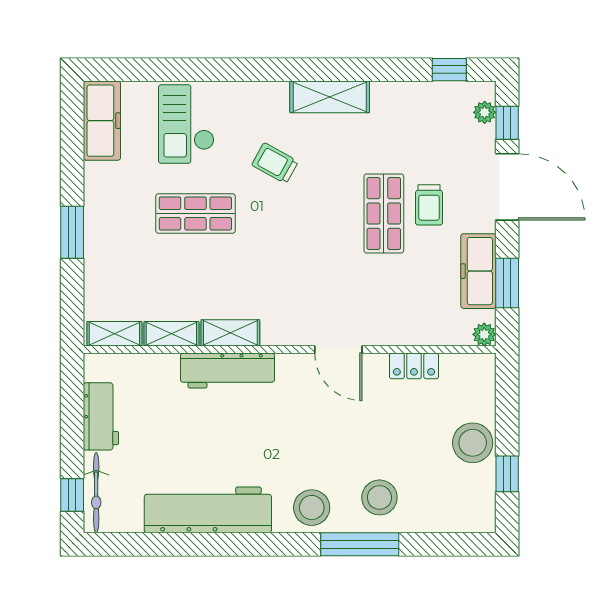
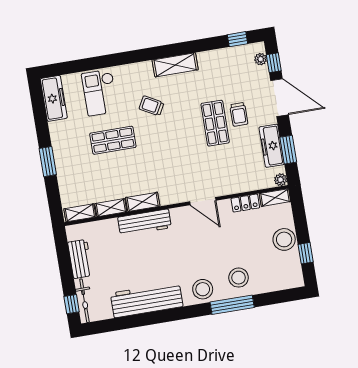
shelving: (469, 365) -> (275, 198), added

